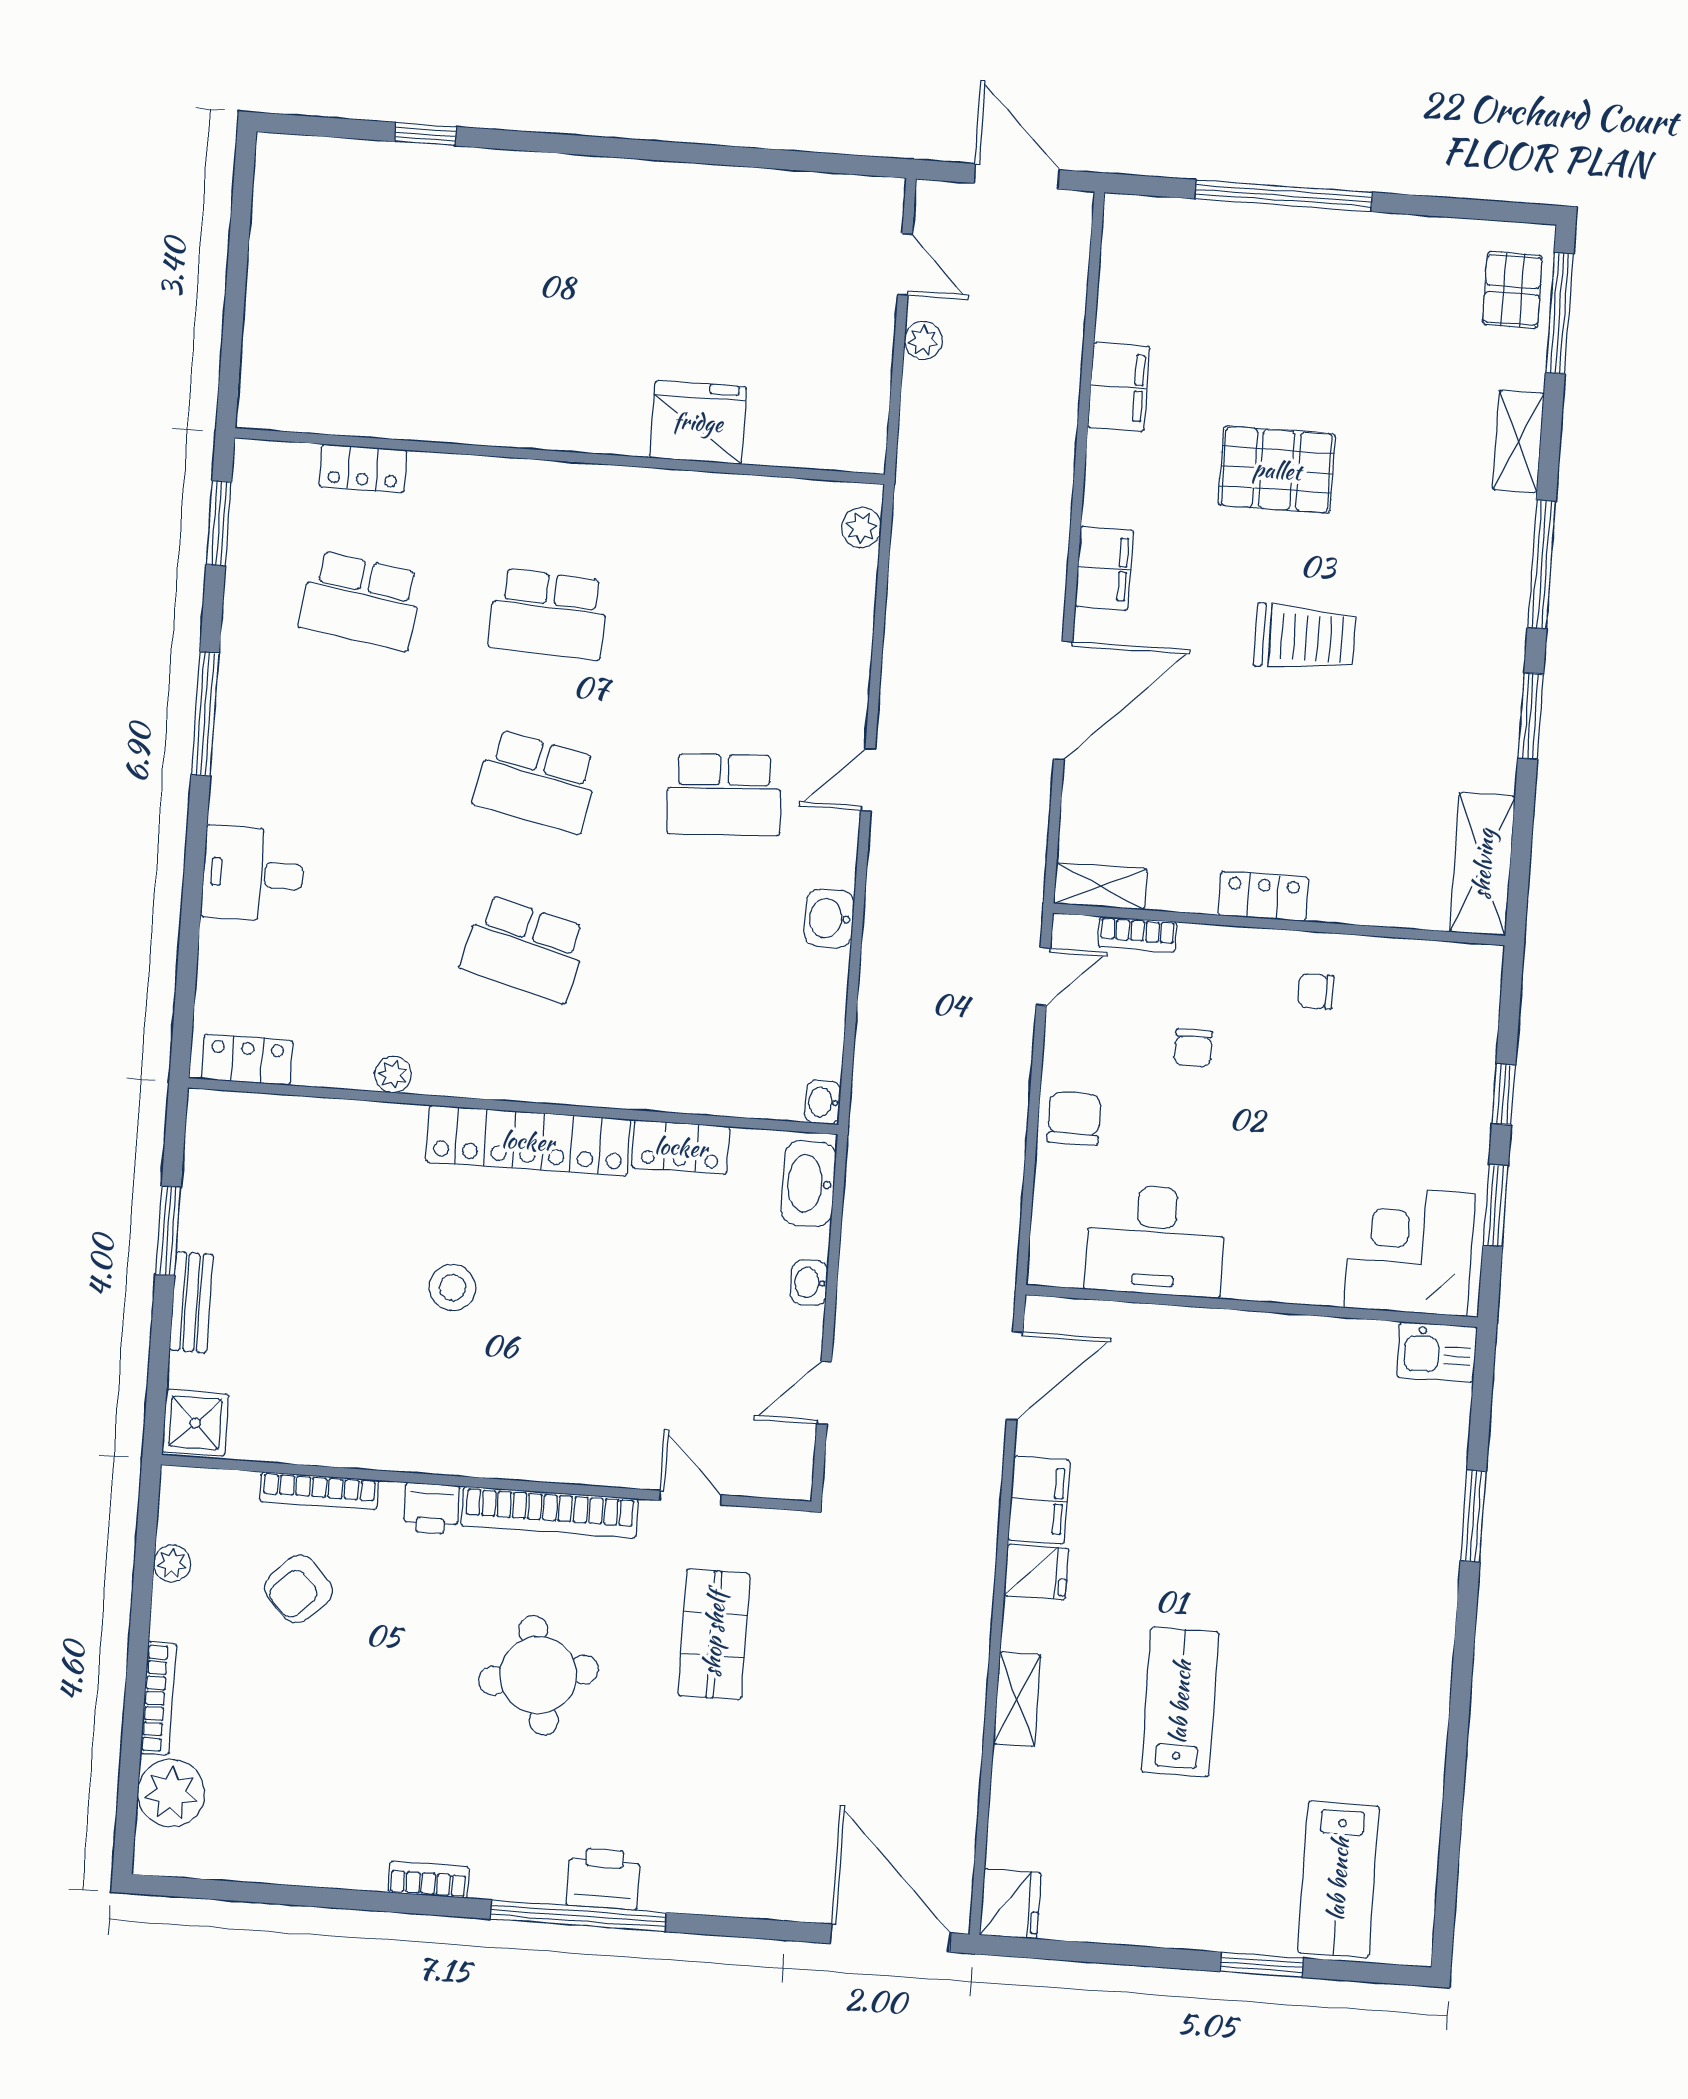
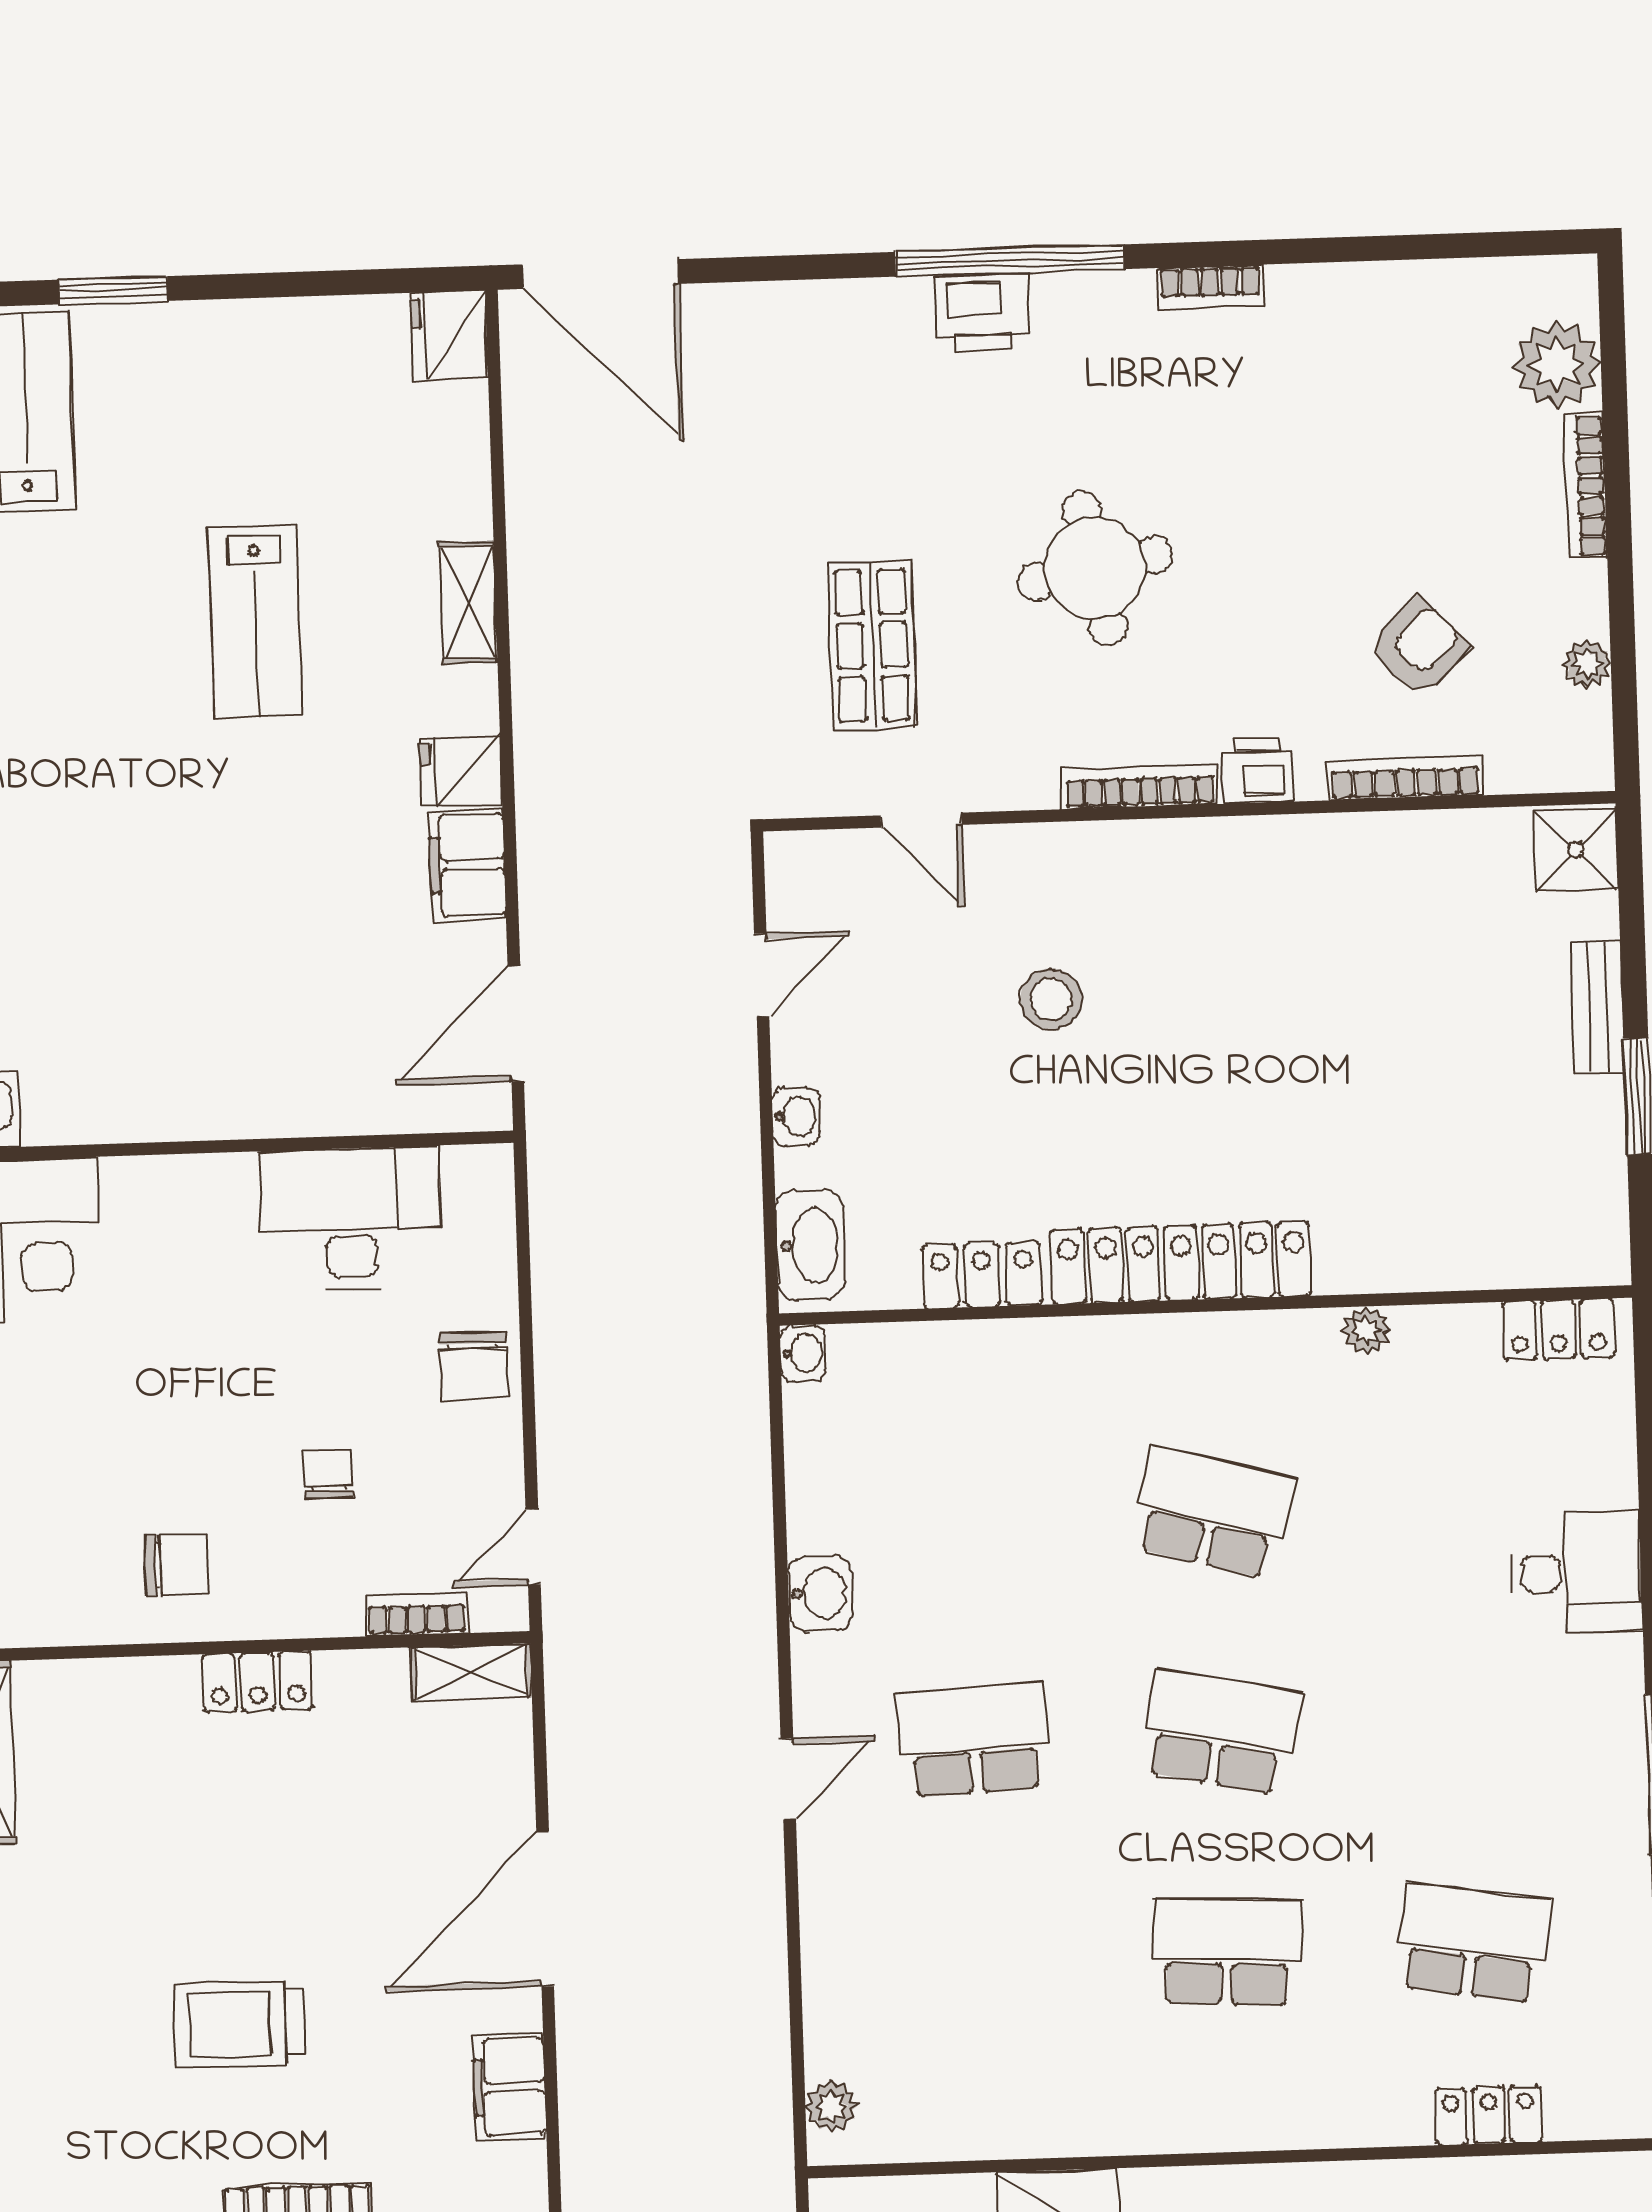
chair: (1316, 991) -> (176, 1565), width x1.37, depth x1.37
stool: (453, 1287) -> (1051, 999), moved
bookcase: (550, 1512) -> (1140, 787), width x0.68, depth x0.76

